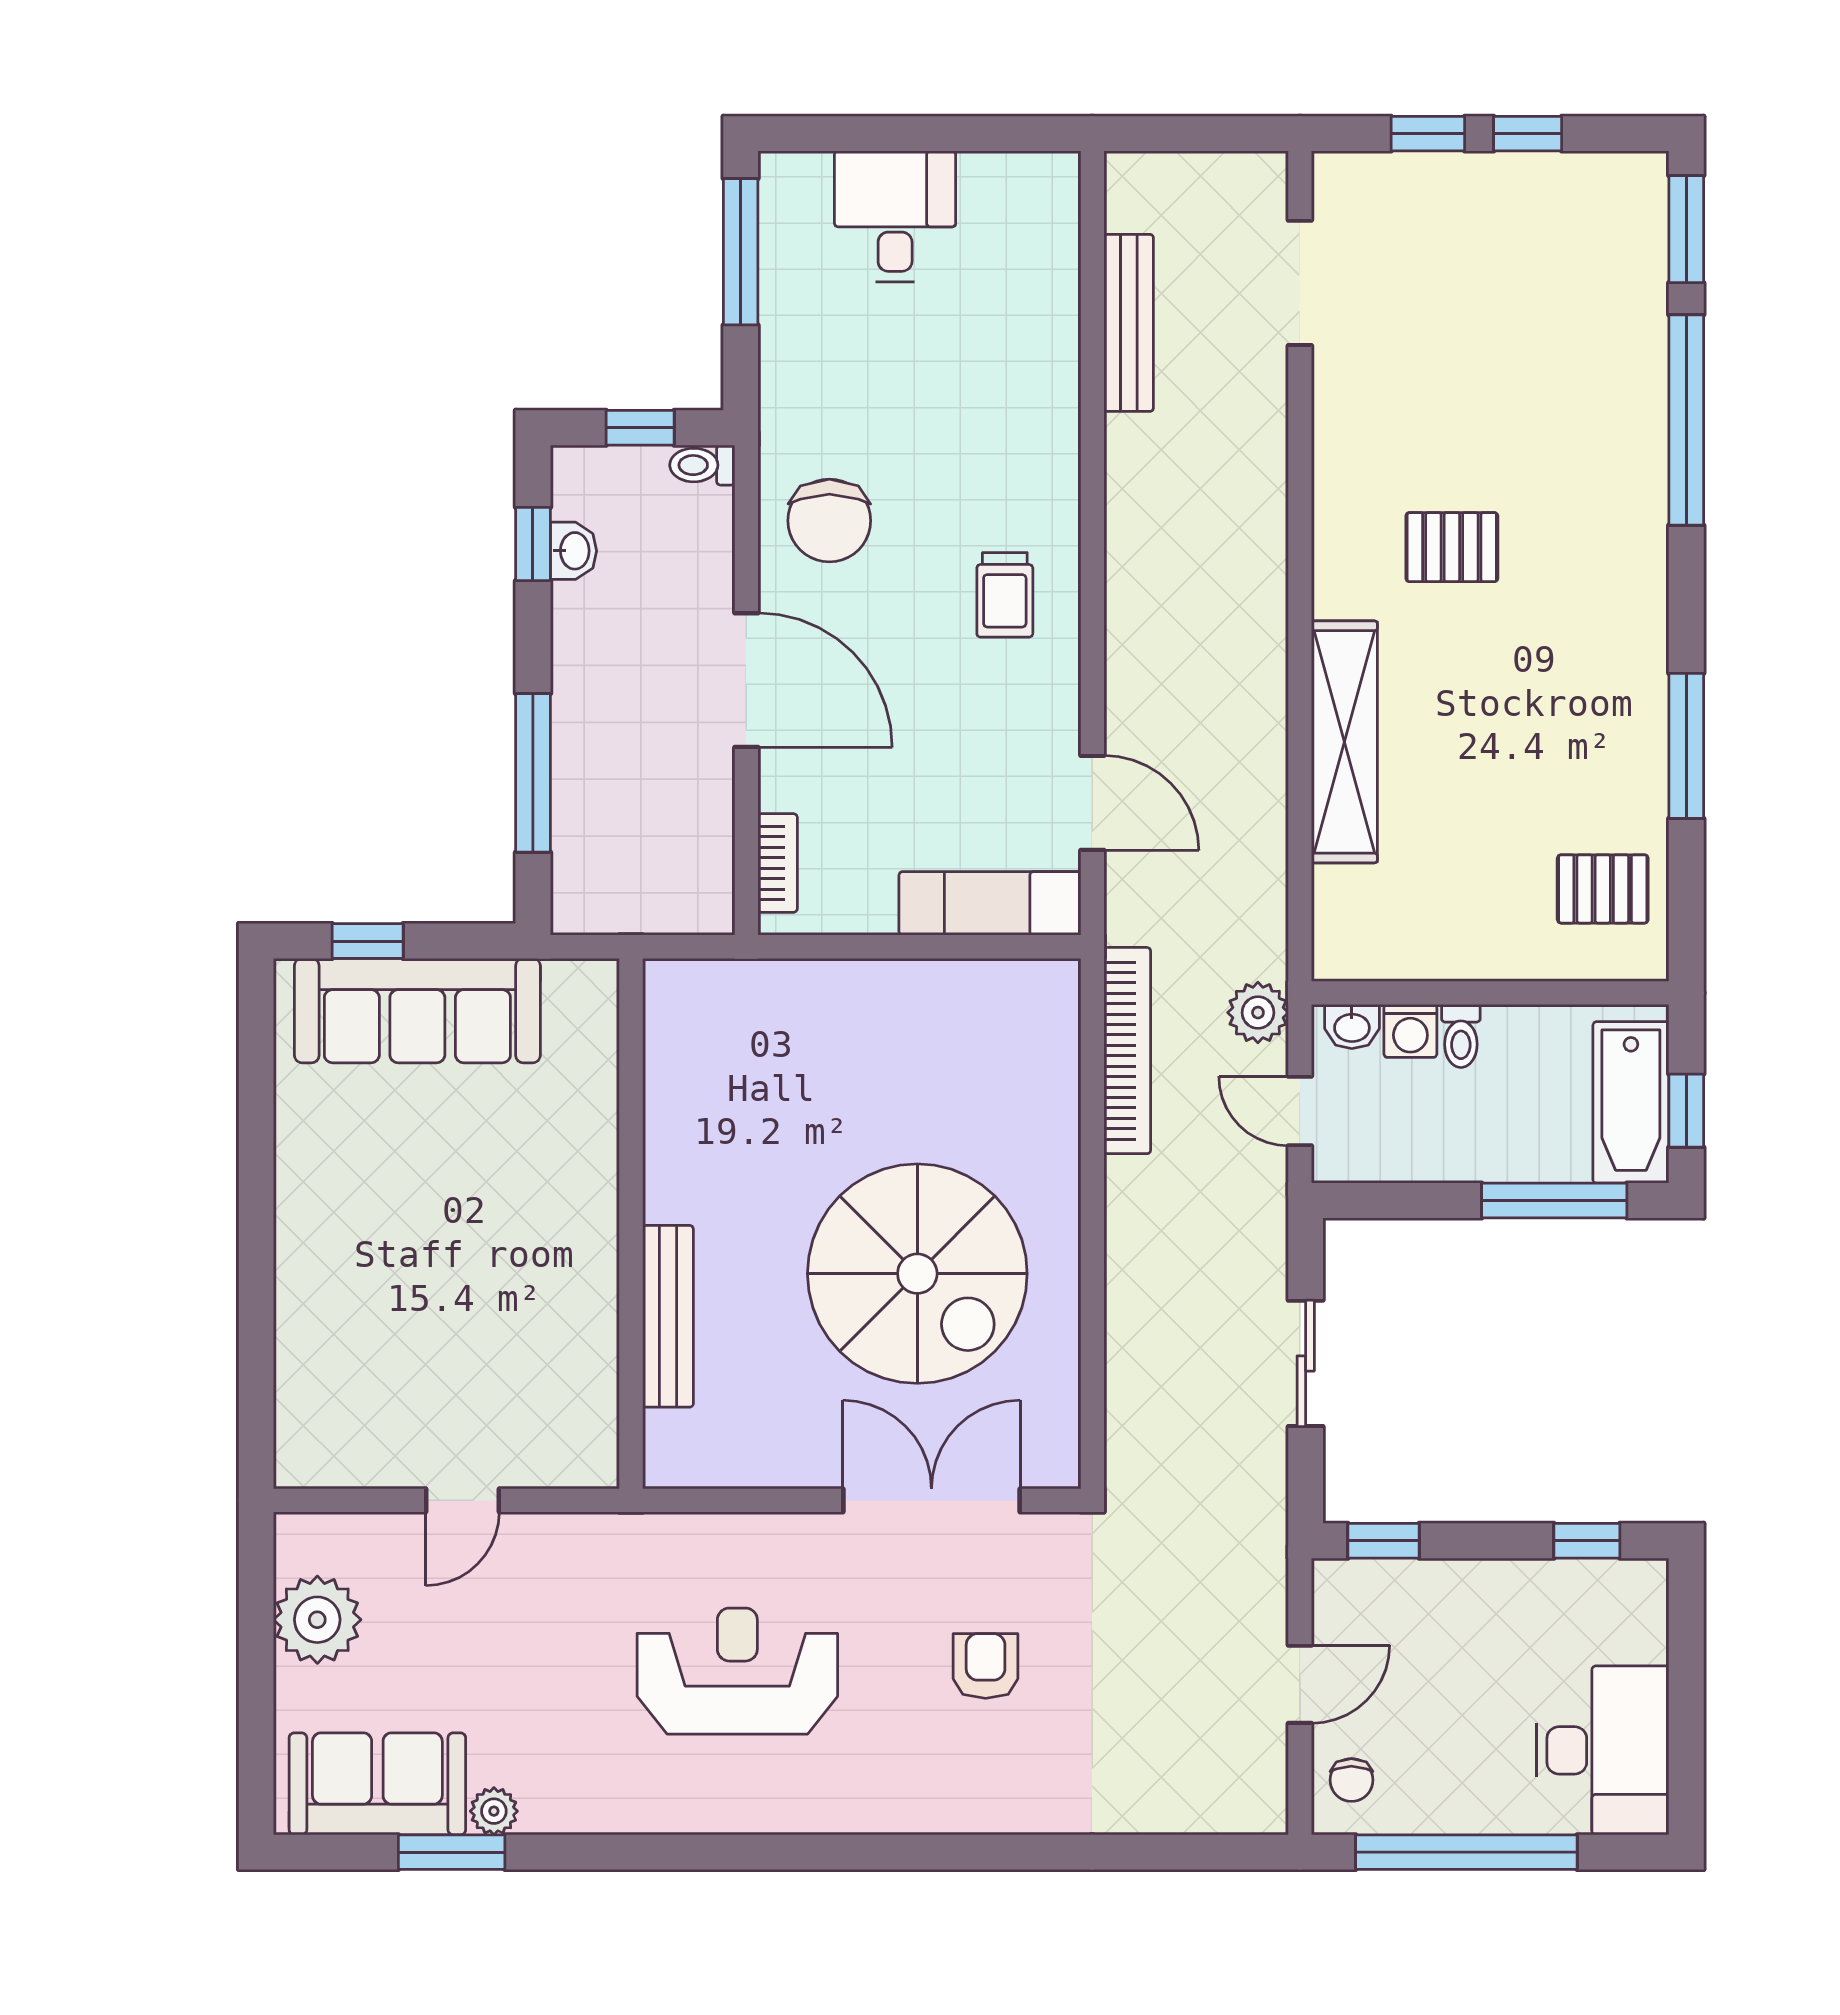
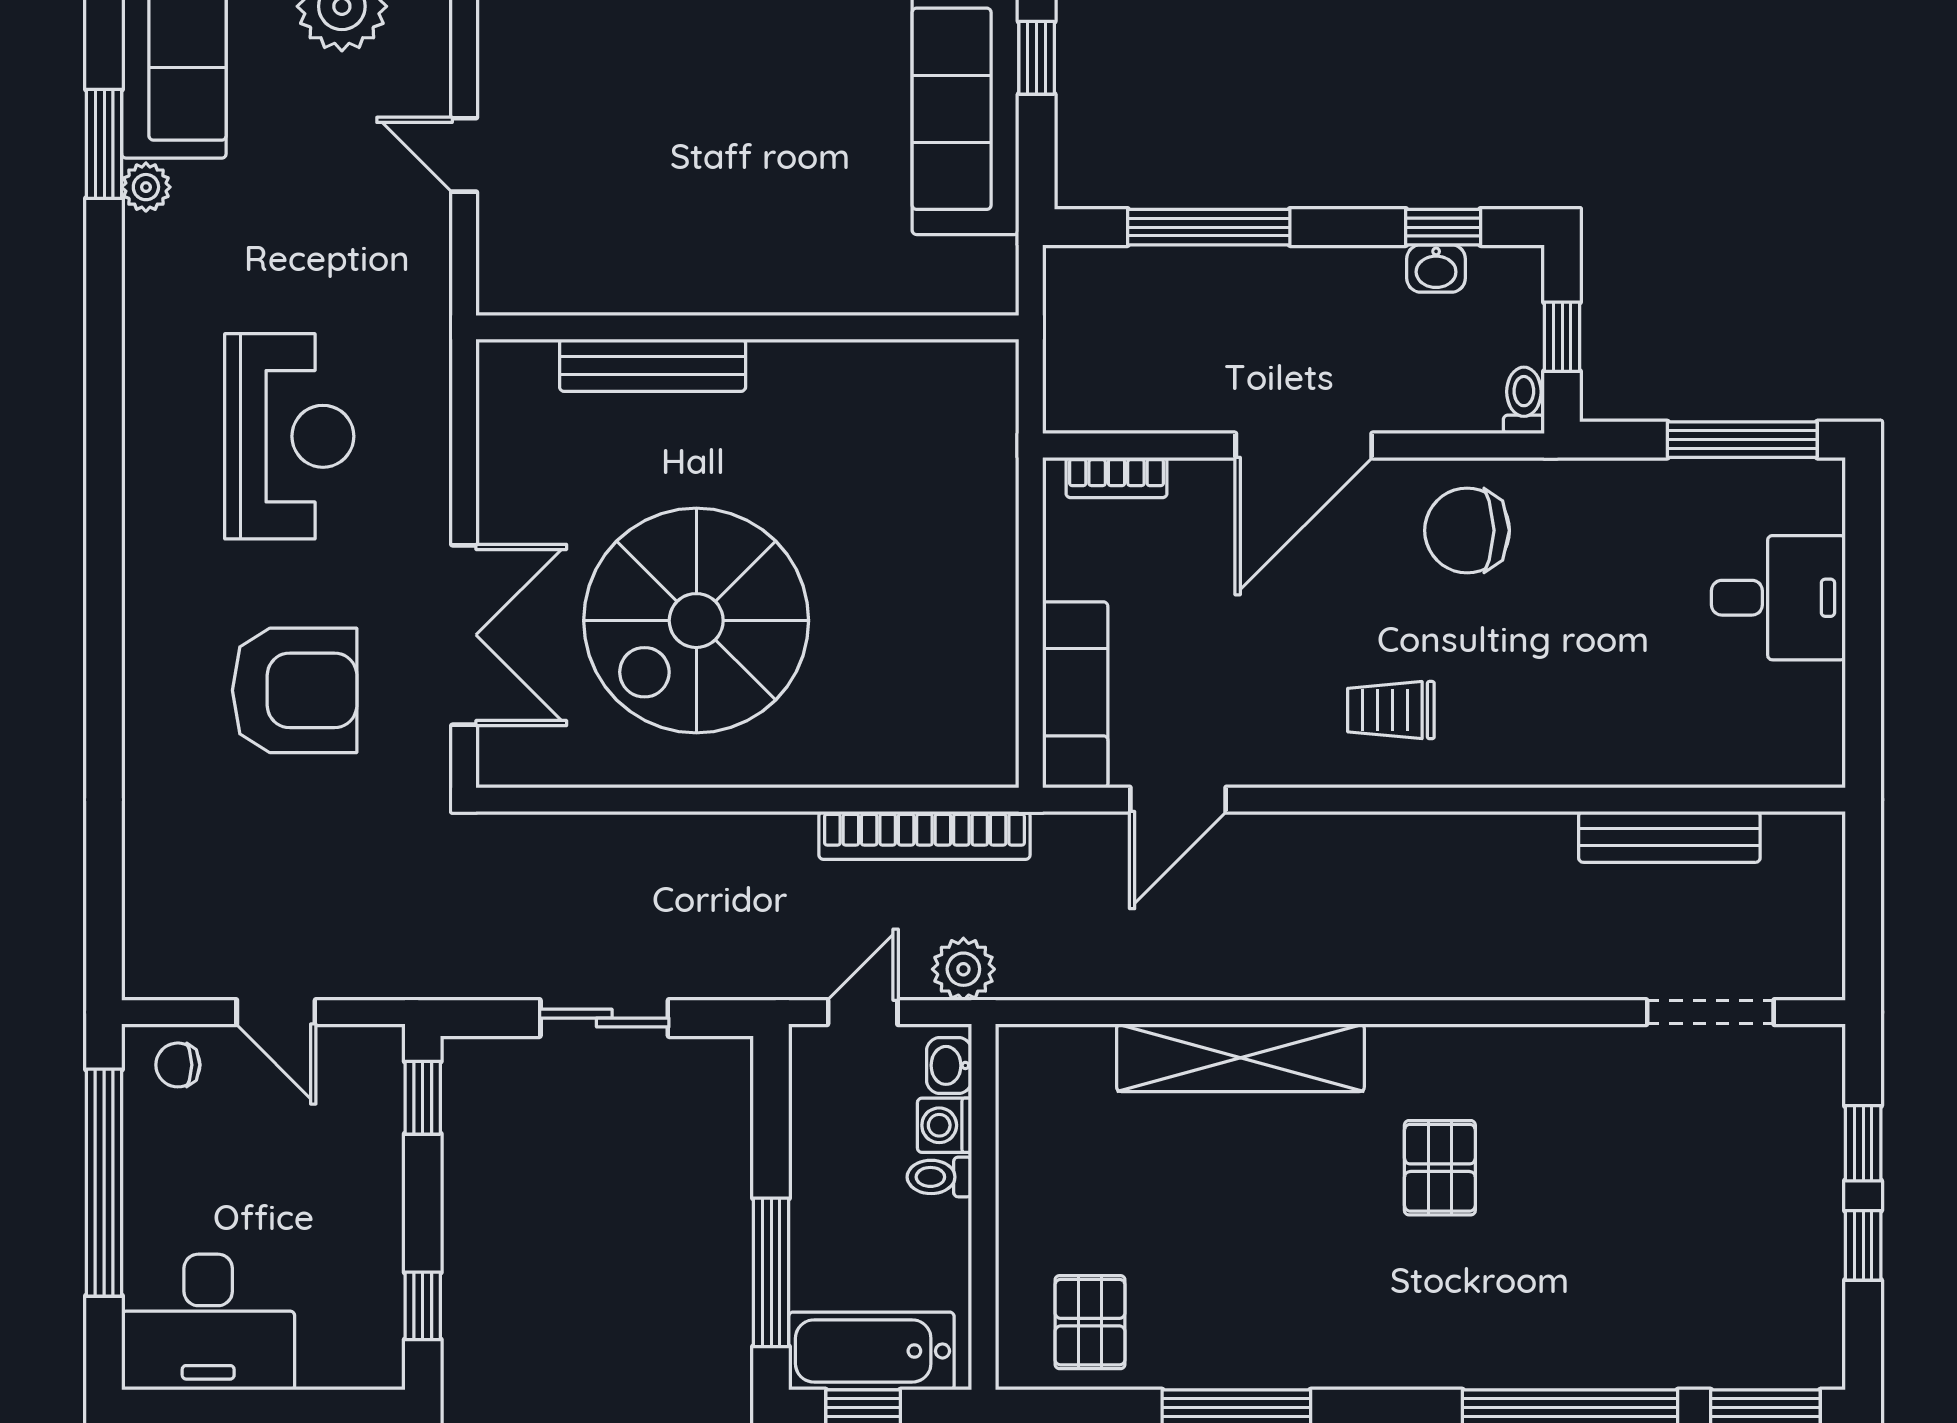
armchair: (986, 1666) -> (295, 690), width x1.88, depth x1.88

